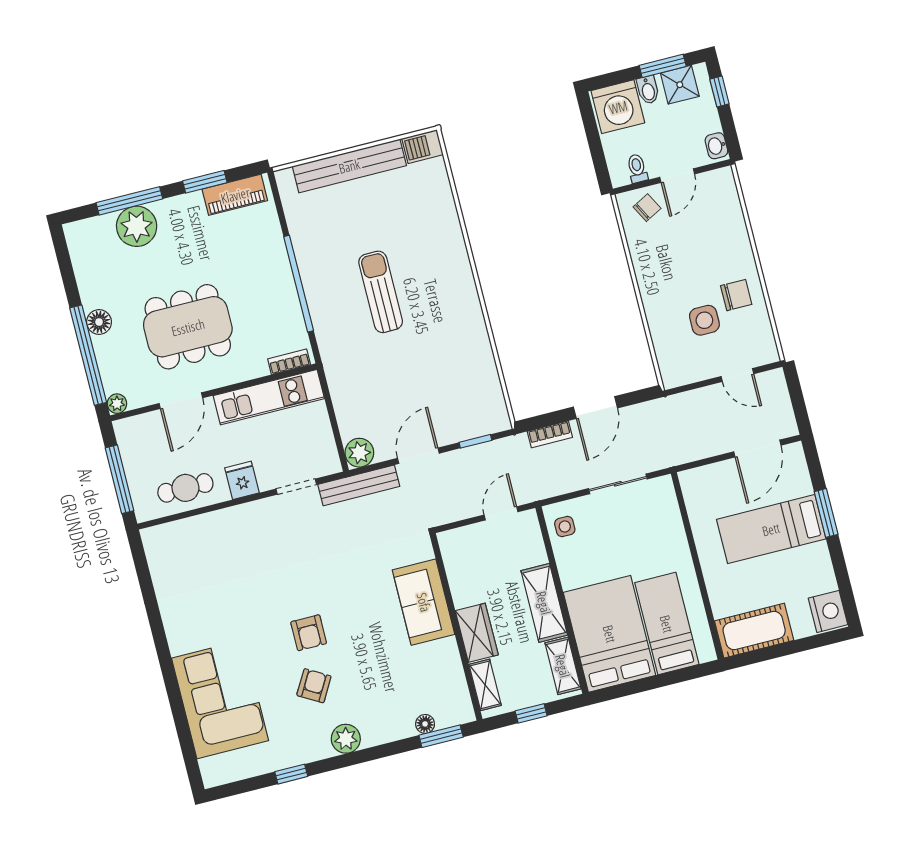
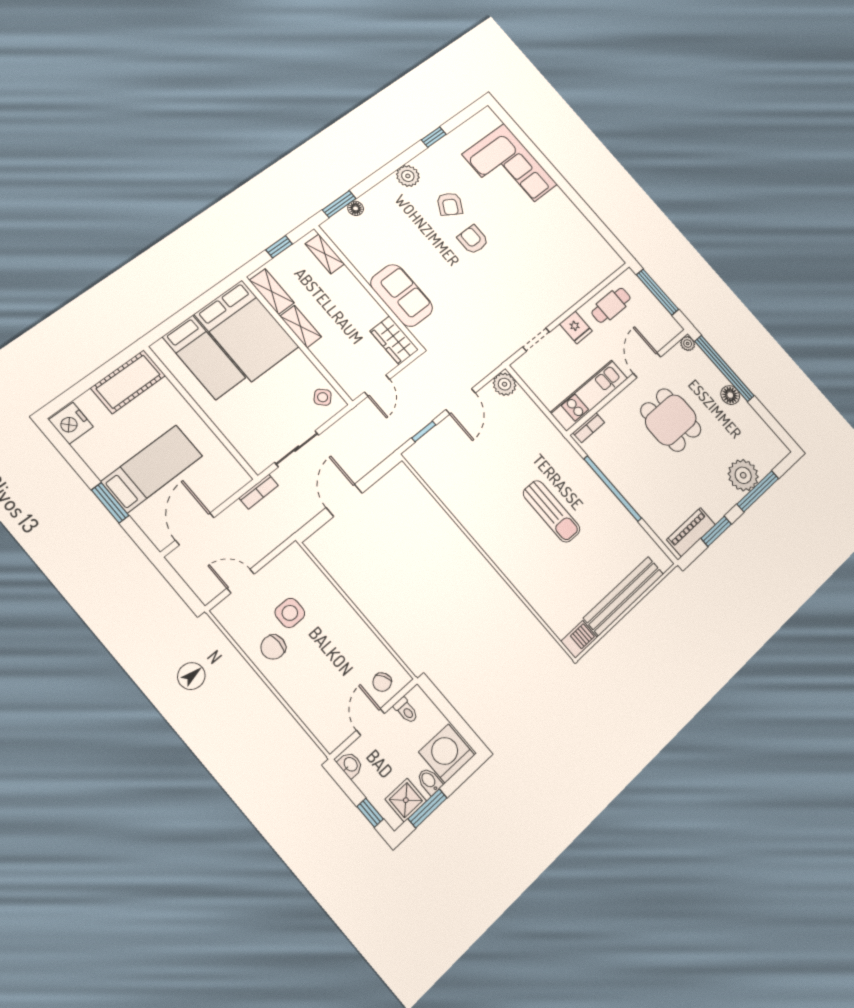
dining table: (188, 327) -> (671, 420), width x0.73
bookcase: (550, 434) -> (259, 492), moved, turned 180
bench: (359, 485) -> (492, 360), removed
side table: (565, 526) -> (323, 397), turned 45
shelving: (544, 603) -> (301, 327), width x0.67, depth x0.75
wardrobe: (477, 633) -> (394, 340), moved

